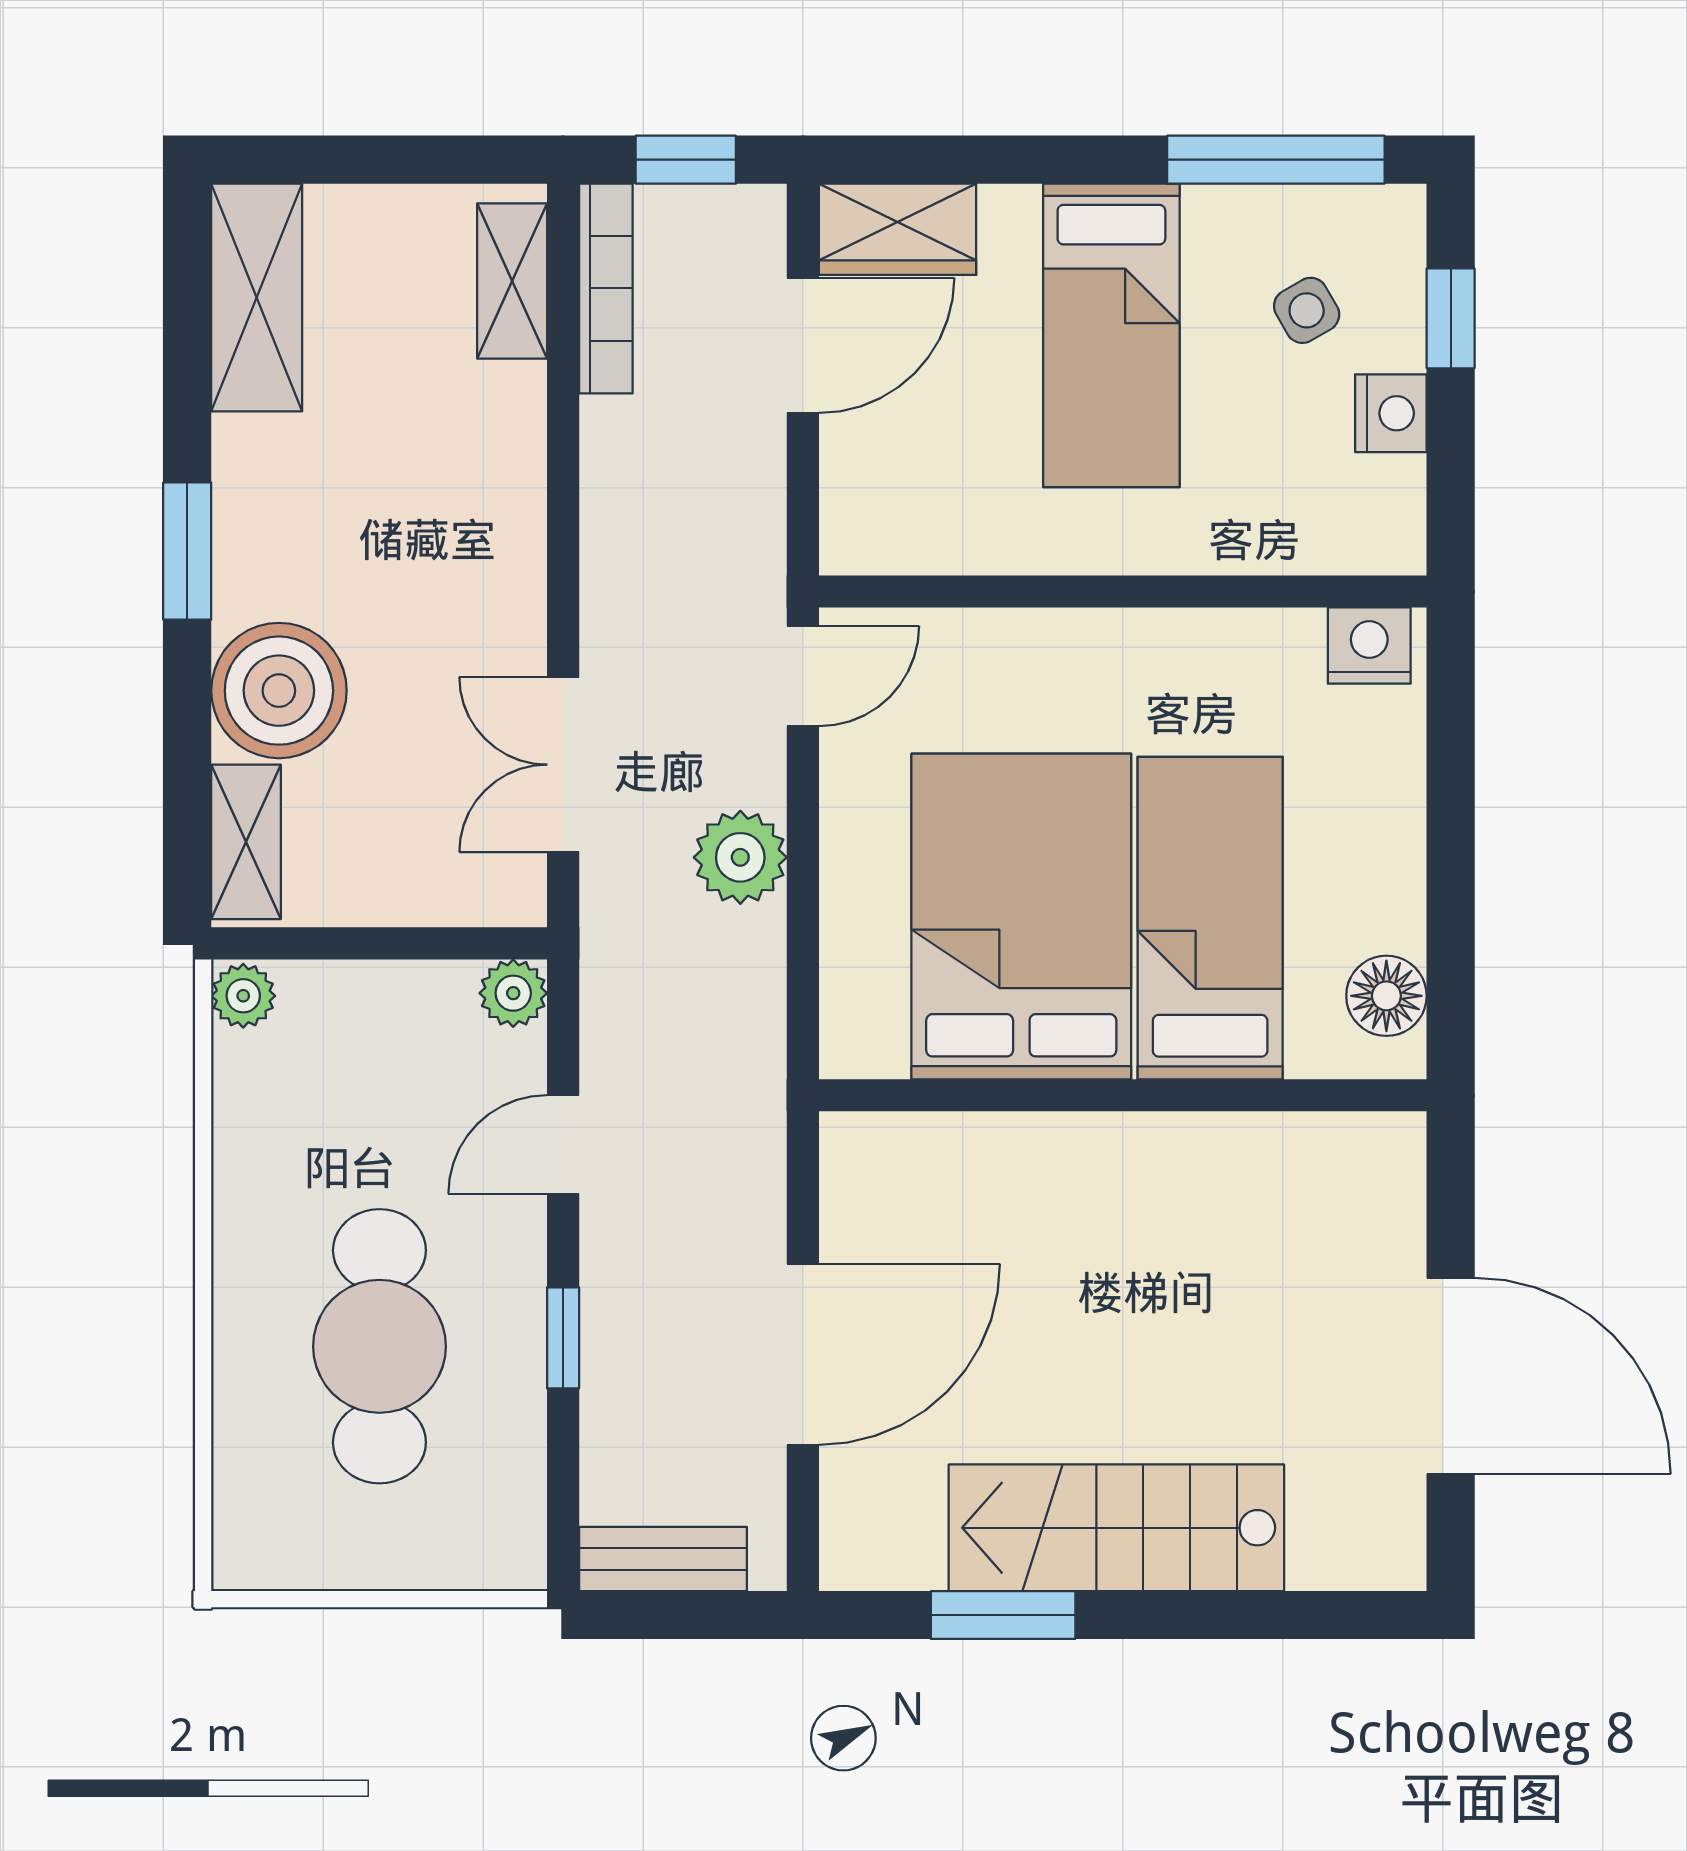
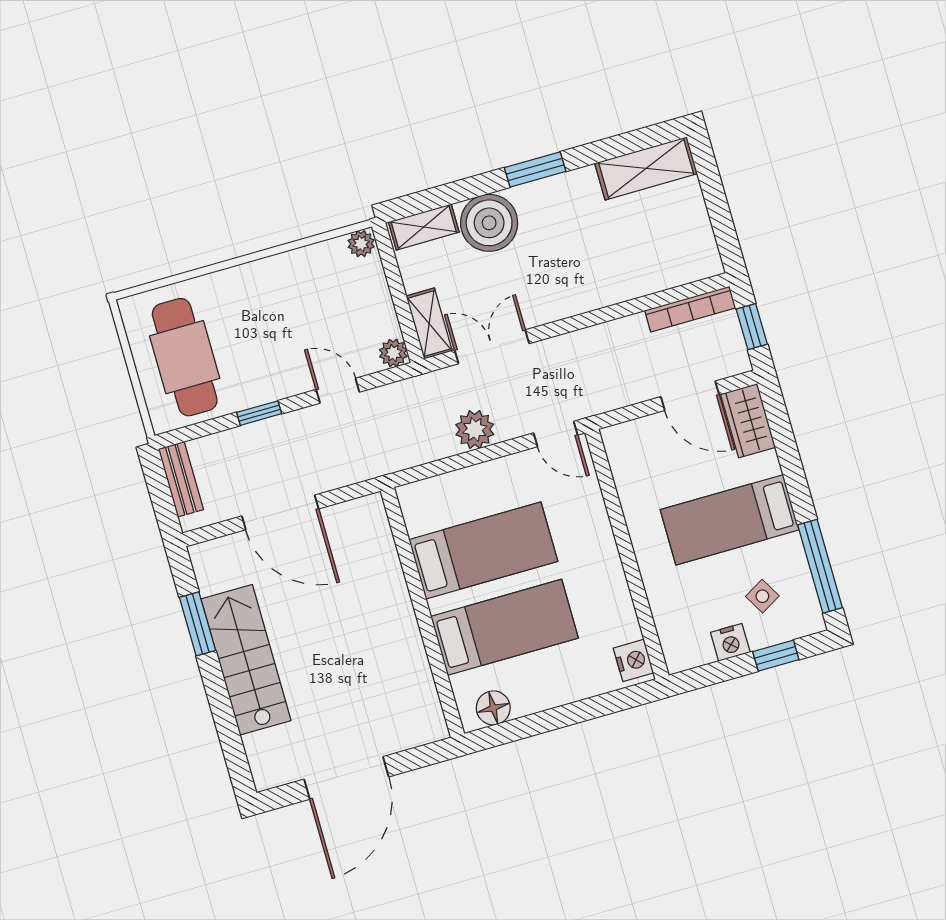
shelving: (512, 281) -> (429, 324), moved, turned 90
bed: (1021, 916) -> (483, 550), width x0.67
cafe table: (379, 1346) -> (185, 357), moved, turned 90

